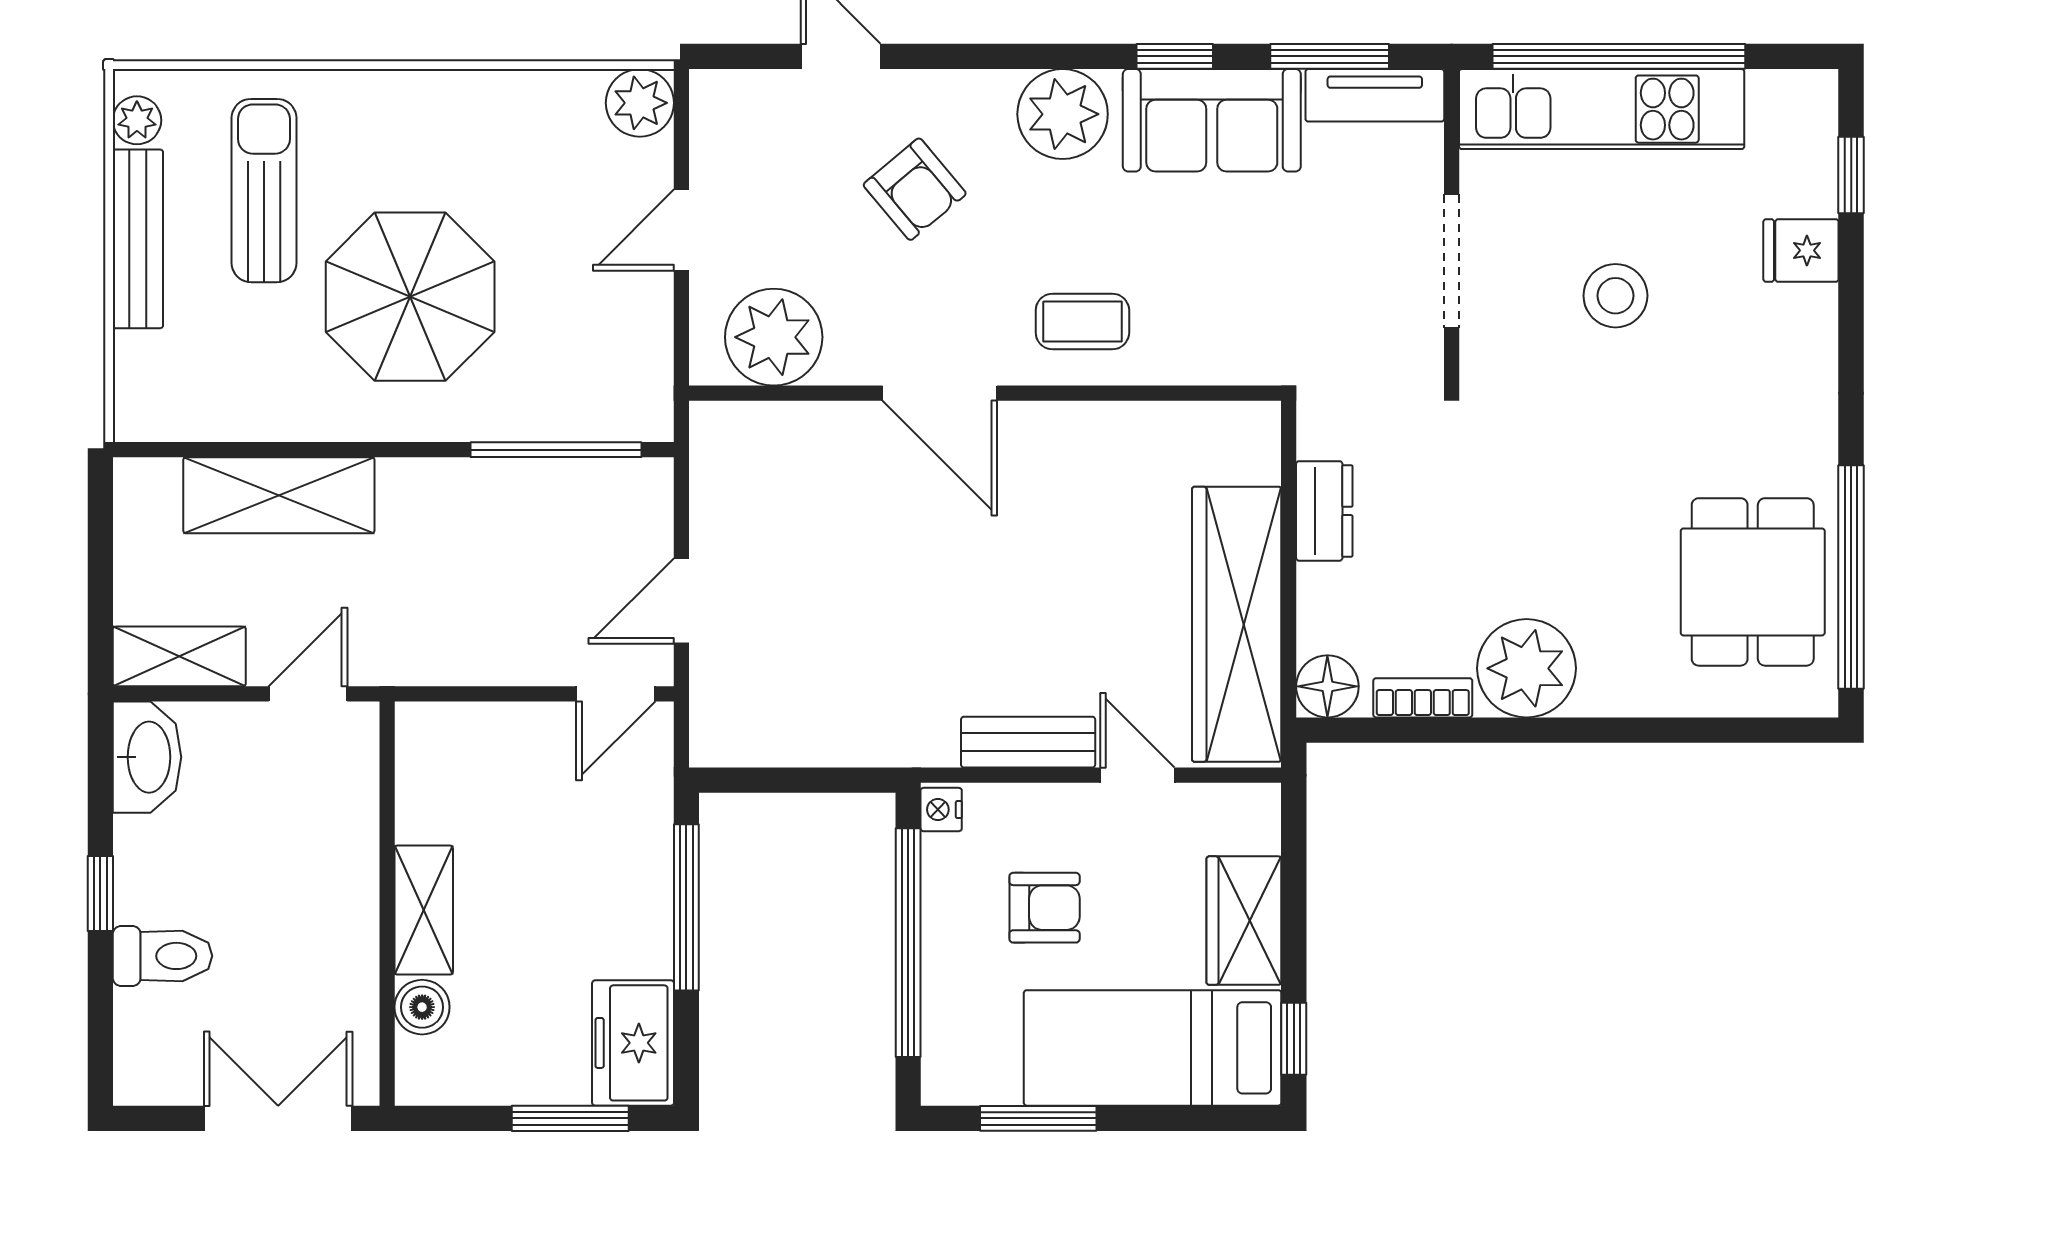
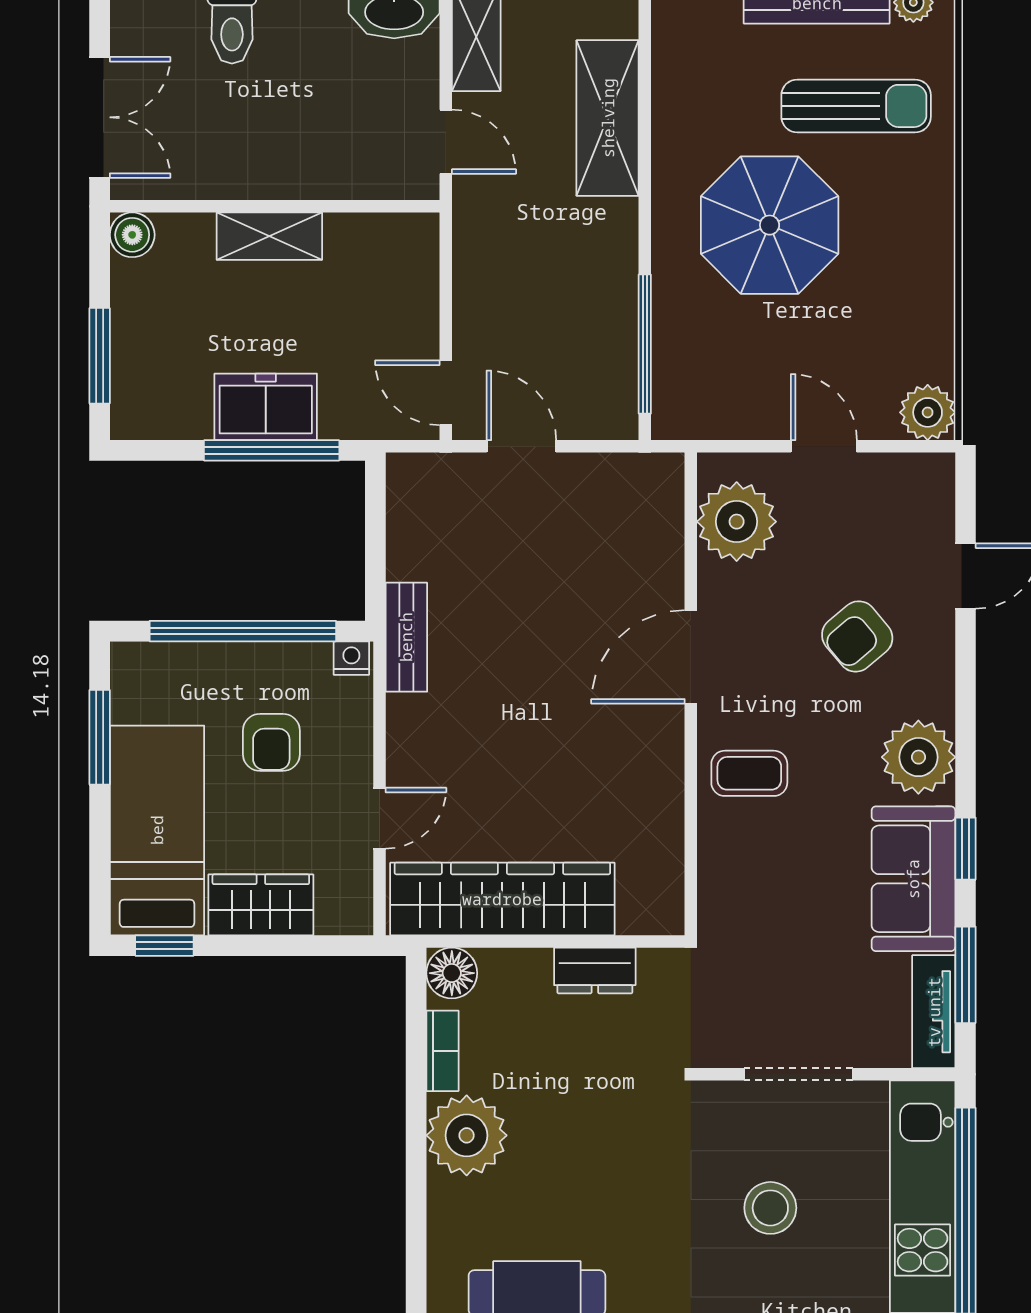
coffee table: (1082, 321) -> (749, 773), turned 90
bench: (1028, 742) -> (406, 637), moved
boiler: (422, 1007) -> (132, 235), moved
freezer: (633, 1043) -> (266, 407), moved

